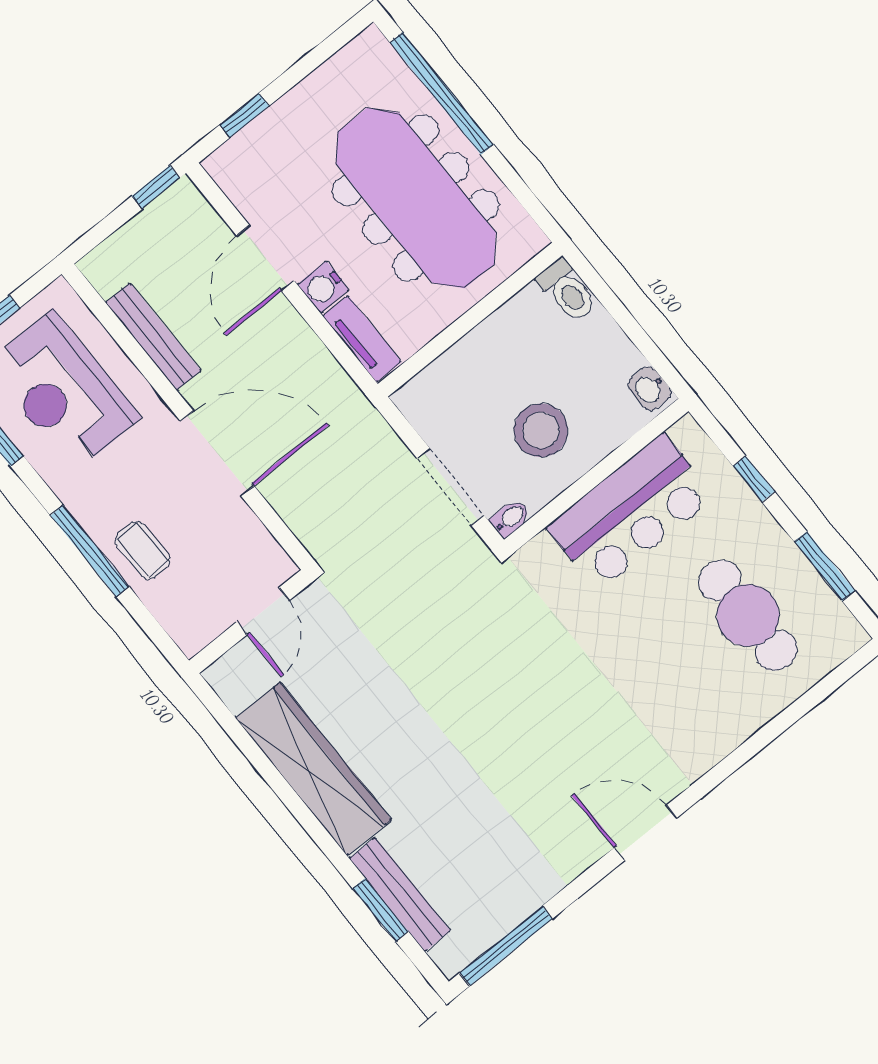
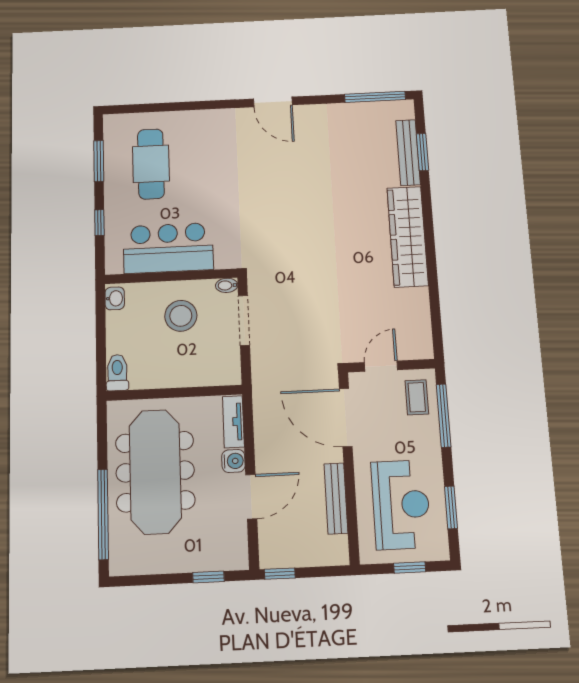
door: (263, 611) -> (381, 366), moved
wall: (250, 622) -> (391, 366), moved

